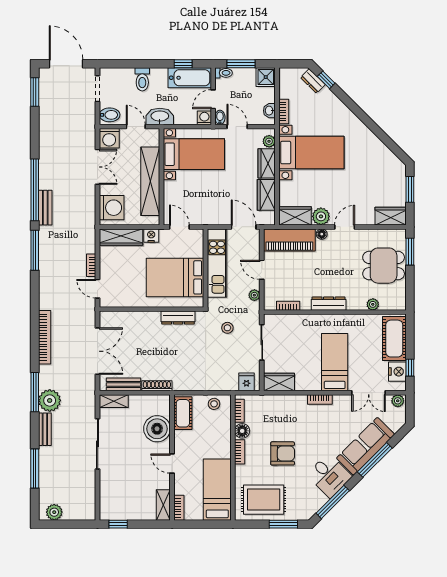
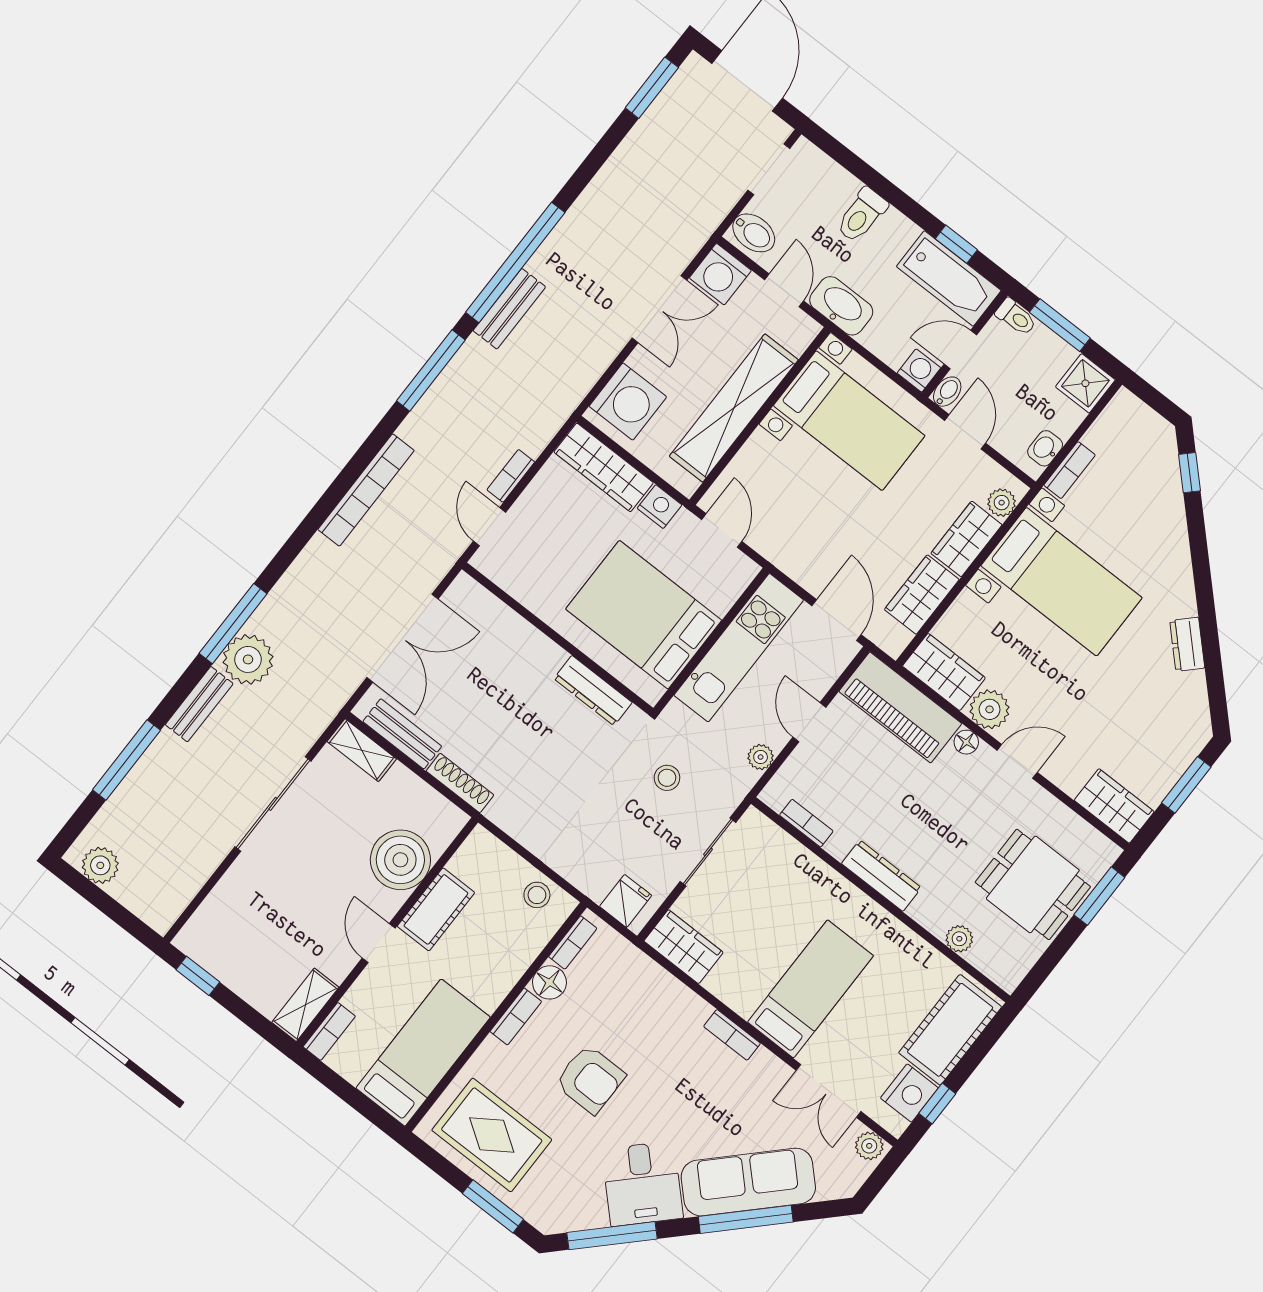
dresser: (313, 81) -> (1187, 644), moved
bookcase: (45, 337) -> (366, 490), moved
cot: (183, 413) -> (436, 909), moved

